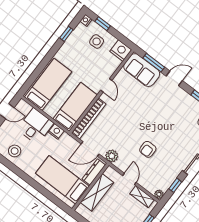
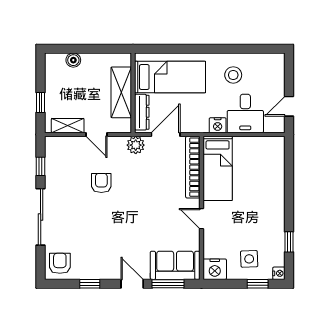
door: (174, 78) -> (132, 284), swing flipped
bed: (48, 84) -> (267, 170), removed
stool: (15, 151) -> (233, 75), moved
plant: (159, 194) -> (51, 143), removed

